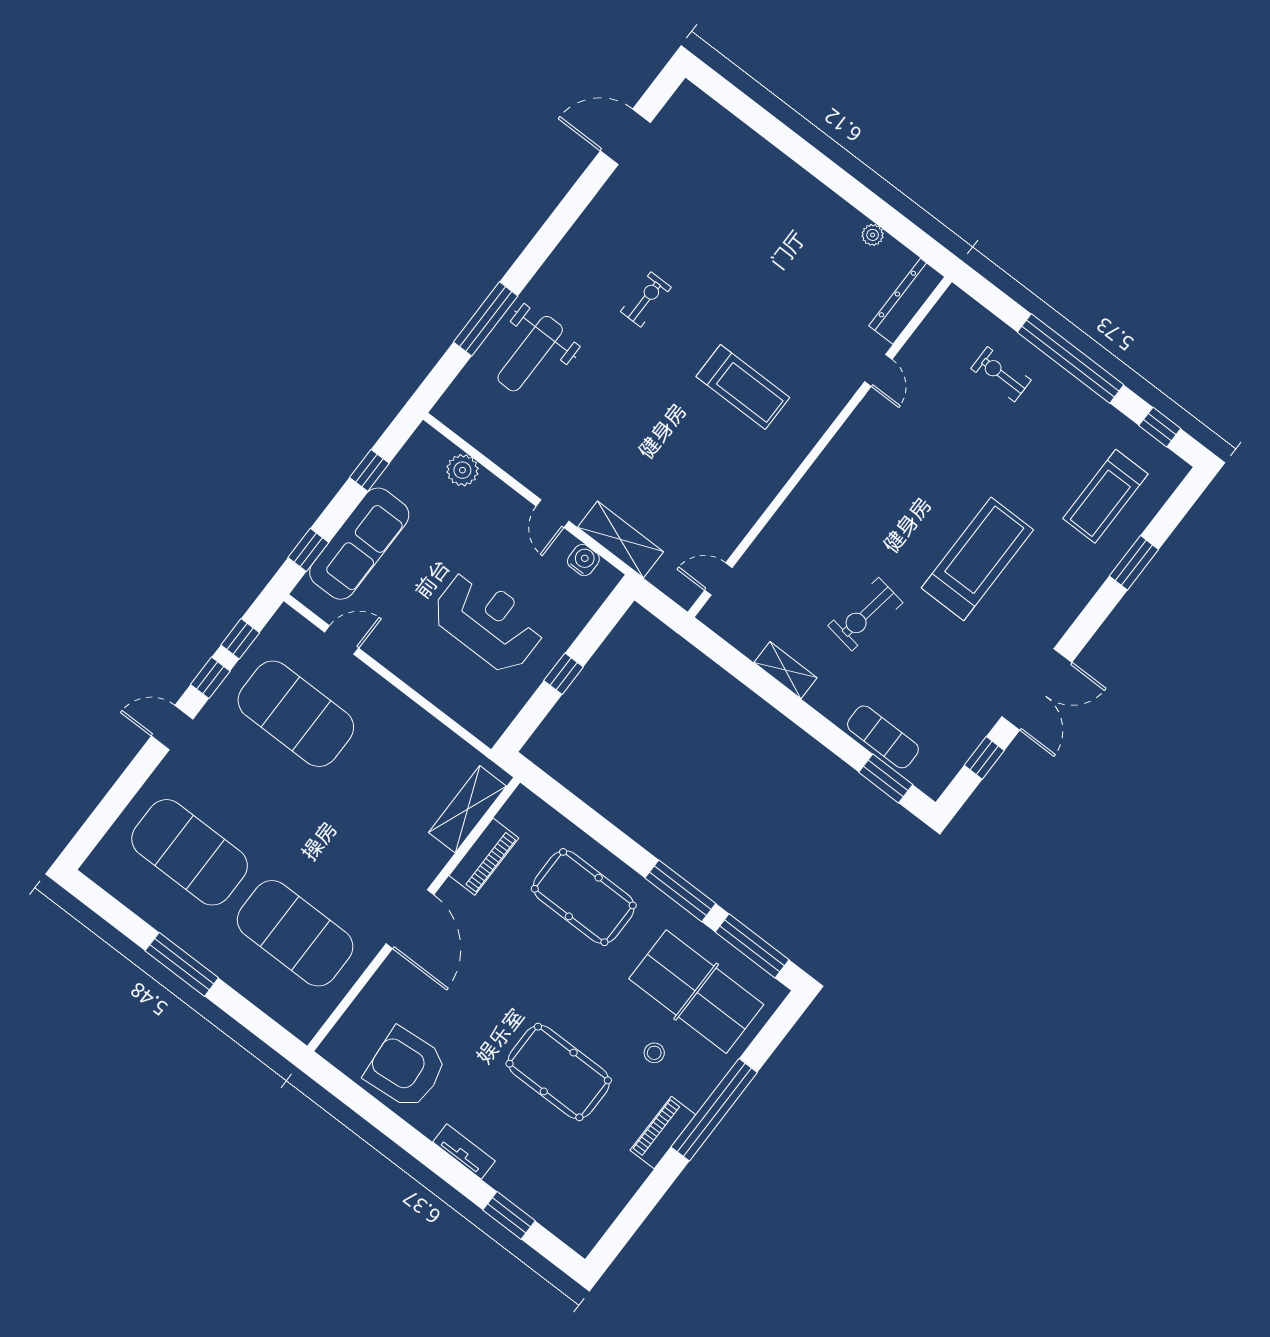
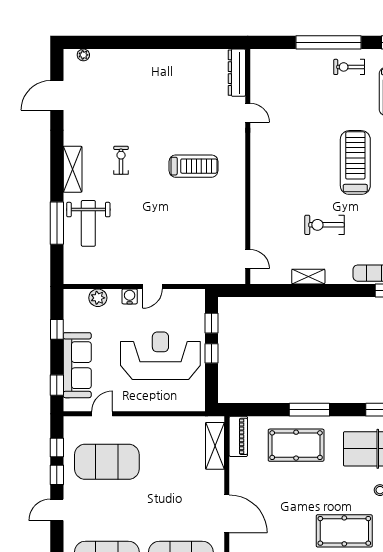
plant: (873, 235) -> (83, 55), moved
exercise bike: (1001, 374) -> (349, 67), moved
door: (552, 514) -> (152, 286), hinge flipped
shelving: (620, 539) -> (73, 169), moved, turned 90
water cooler: (583, 560) -> (130, 296), moved
door: (718, 579) -> (248, 259), swing flipped
exercise bike: (865, 614) -> (325, 225), turned 81
reception desk: (488, 621) -> (160, 356), width x1.36, depth x1.30
window: (597, 631) -> (212, 323), added
piano: (484, 857) -> (238, 436), moved
window: (680, 891) -> (309, 410), moved

